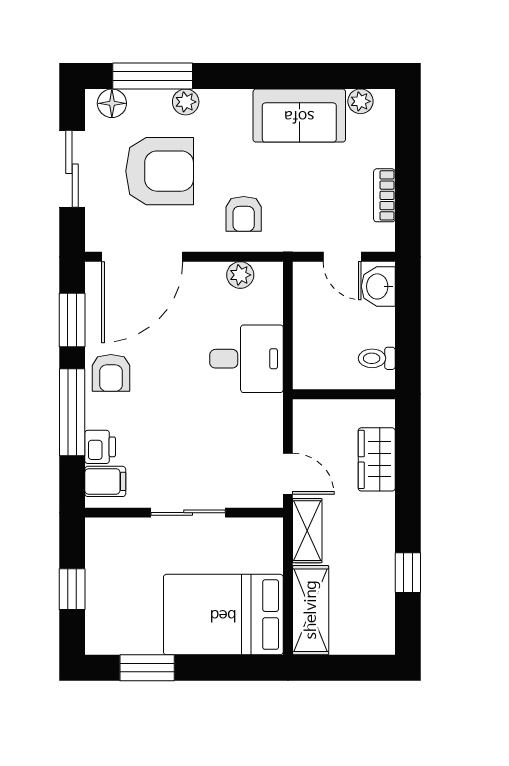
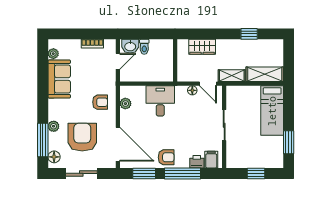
toilet: (377, 358) -> (144, 47), moved
floor lamp: (272, 436) -> (192, 90), added
door: (288, 474) -> (208, 84), swing flipped
bed: (223, 615) -> (272, 111), width x0.67

